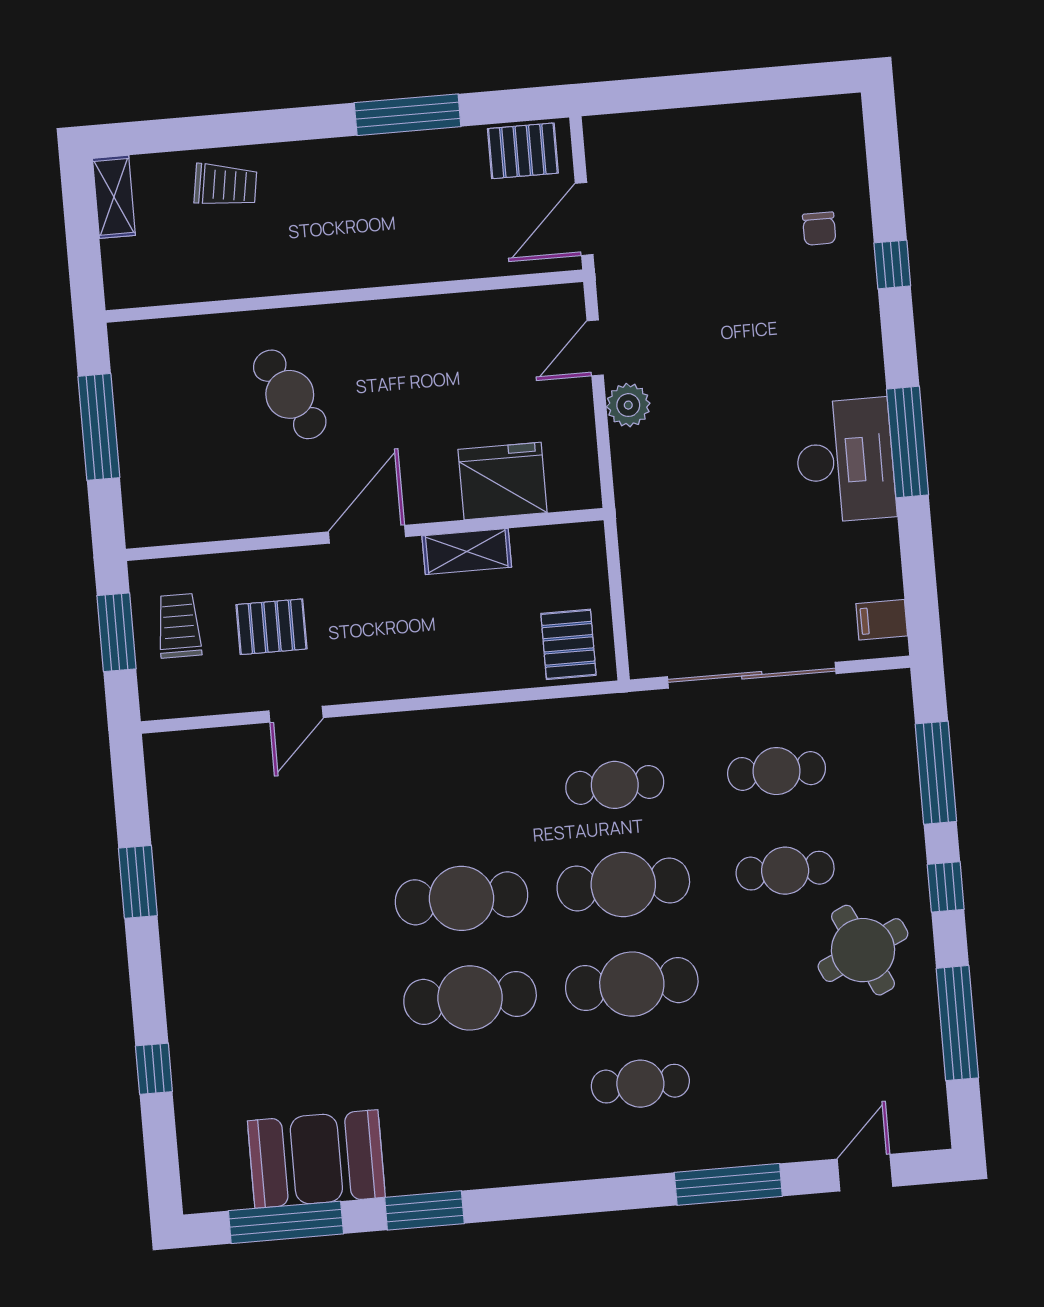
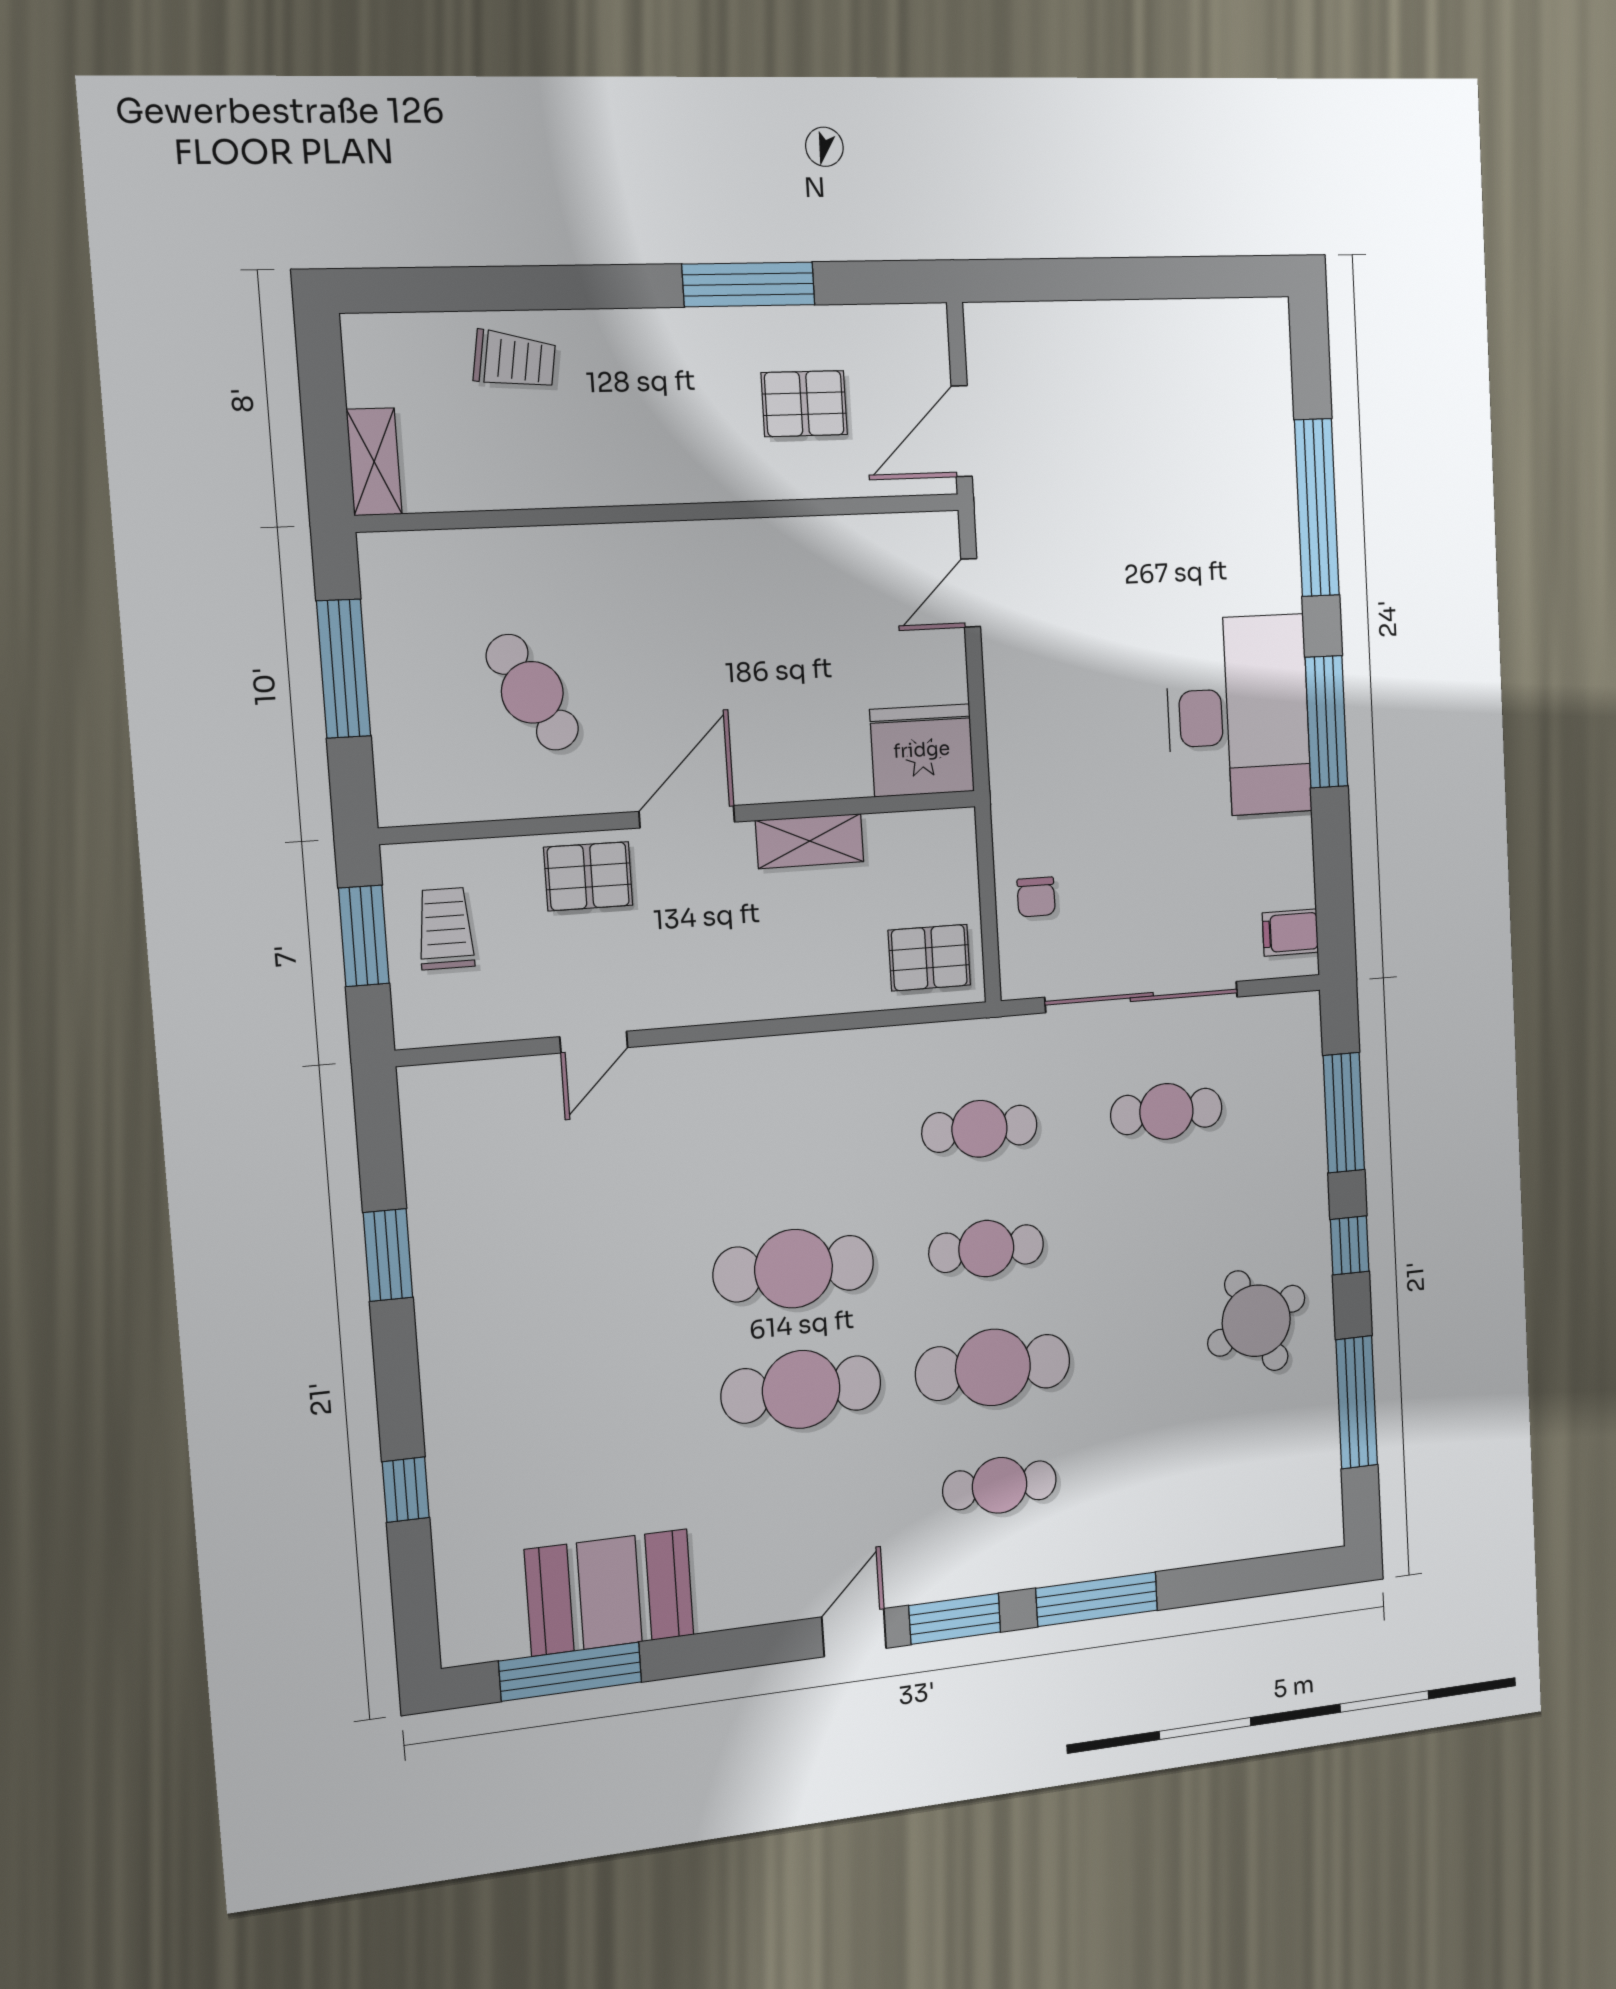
pallet: (523, 151) -> (804, 404), moved
shelving: (114, 197) -> (374, 462), moved
chair: (819, 229) -> (1036, 897), moved
window: (892, 264) -> (1317, 508), width x3.17
cafe table: (290, 394) -> (532, 692), moved
plant: (628, 405) -> (1008, 665), removed
desk: (845, 461) -> (1239, 716), width x1.36, depth x1.30
fridge: (503, 481) -> (922, 750), moved
pallet: (271, 627) -> (588, 876), moved
pallet: (568, 644) -> (929, 958), turned 90
cafe table: (785, 871) -> (1172, 1229), removed
cafe table: (623, 884) -> (986, 1249), width x0.73, depth x0.74
door: (865, 1173) -> (854, 1633), moved
window: (424, 1210) -> (955, 1619), moved

